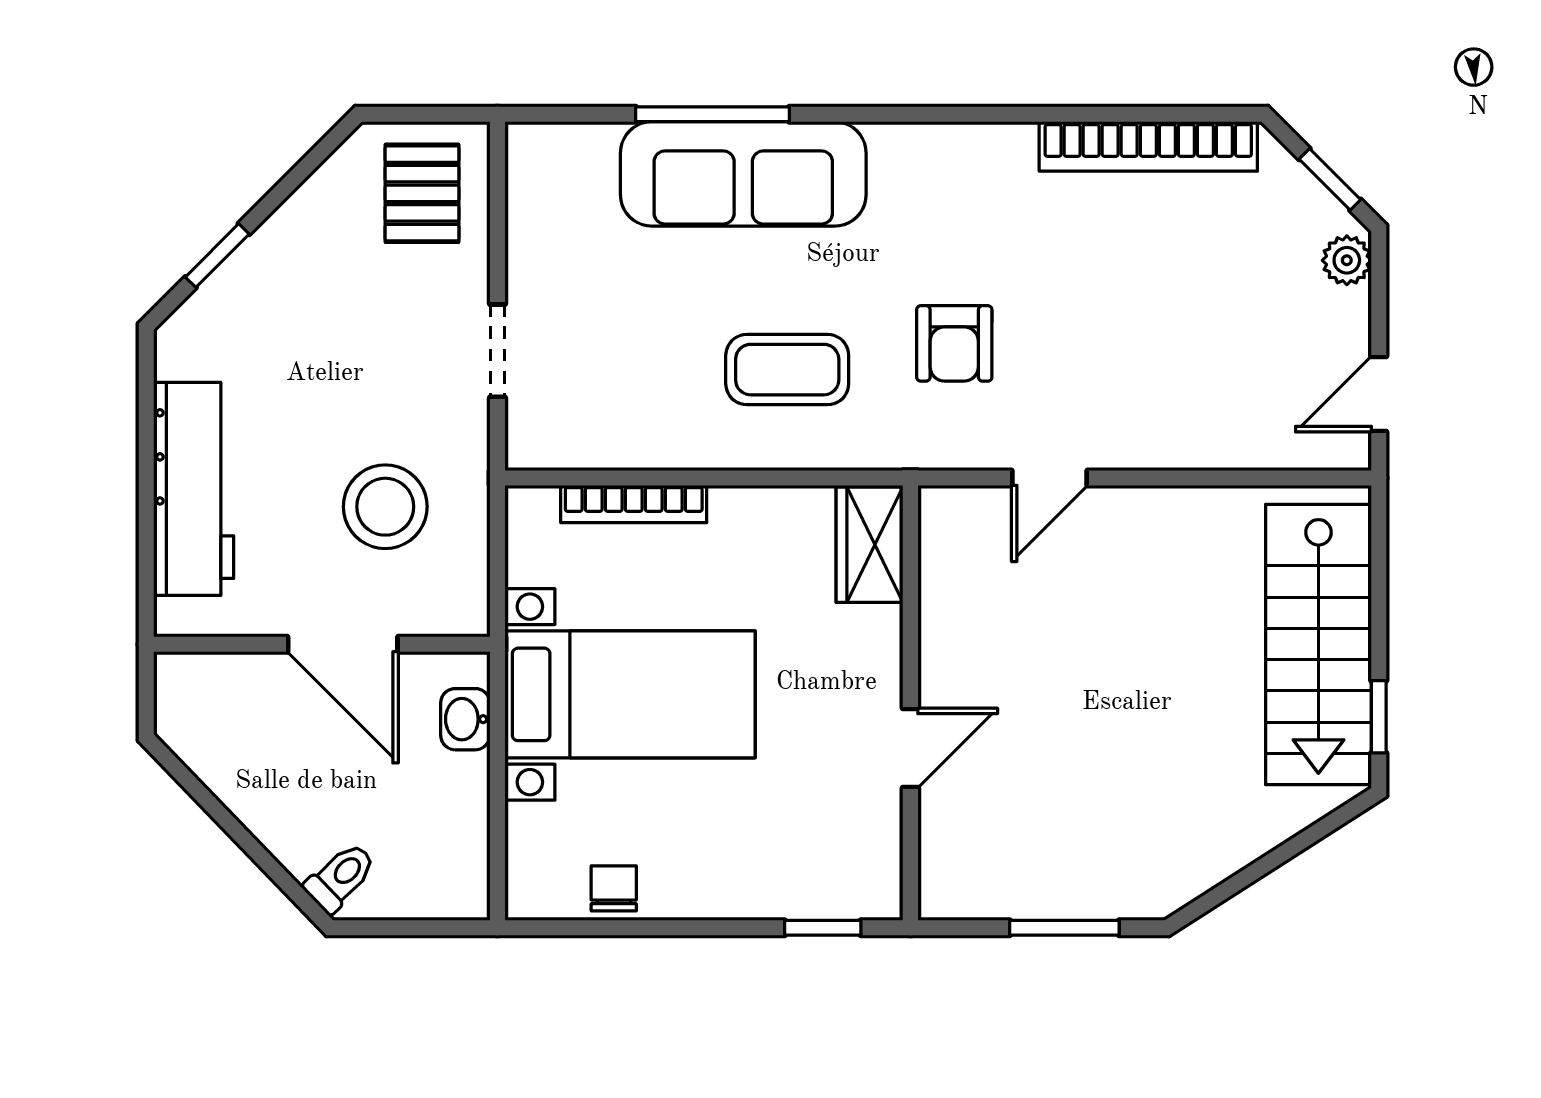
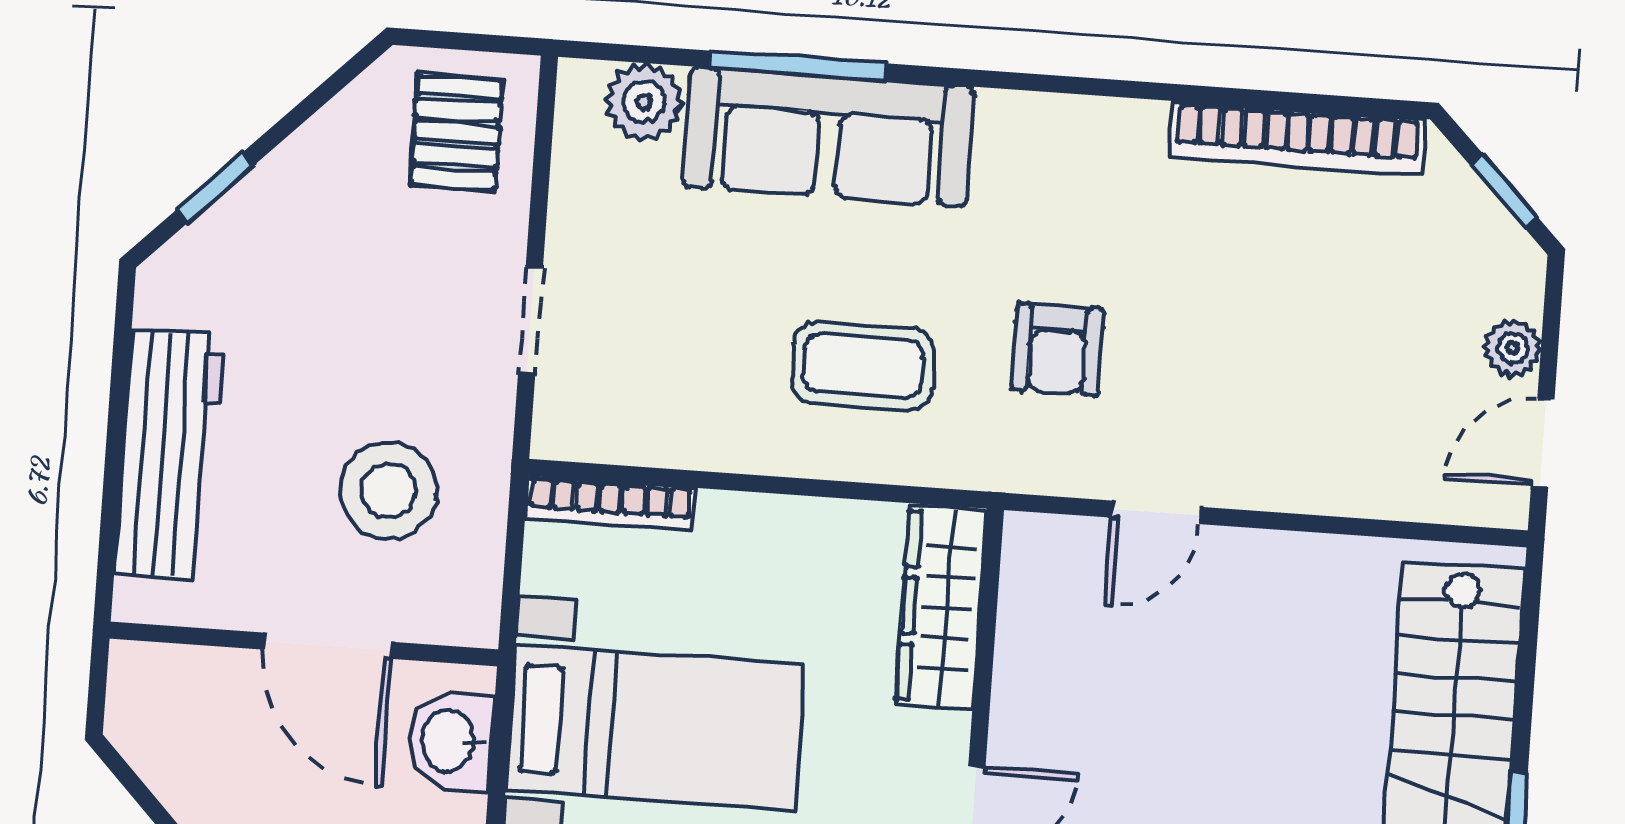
plant: (582, 155) -> (644, 102), added
plant: (1347, 260) -> (1512, 348), moved
bookcase: (634, 504) -> (611, 503), moved
wardrobe: (870, 545) -> (941, 608), width x1.50
washbasin: (465, 719) -> (450, 741), width x1.38, depth x1.45

